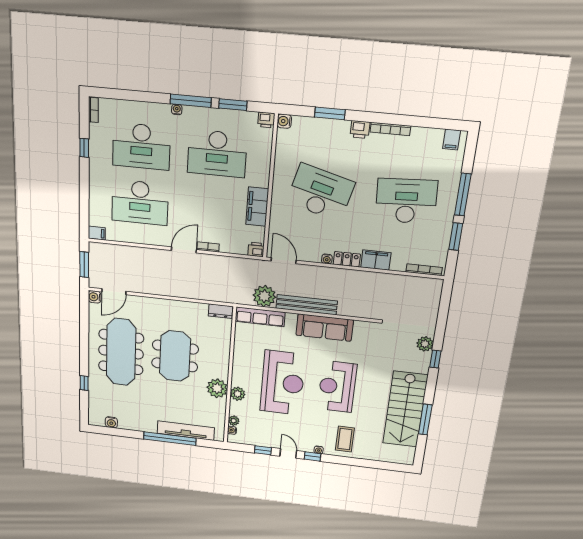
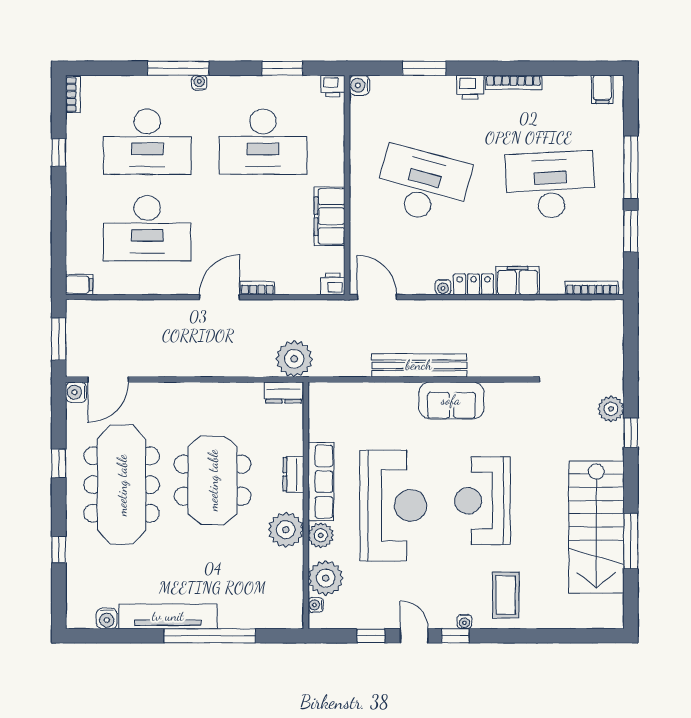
window: (191, 101) -> (178, 68), moved
plant: (264, 296) -> (294, 359), moved
row of seats: (260, 317) -> (321, 482), moved, turned -90
sofa: (325, 328) -> (451, 400), width x0.73
window: (84, 336) -> (59, 463), added
dresser: (224, 358) -> (293, 474), added
plant: (234, 421) -> (326, 578), width x1.87, depth x1.87
tv unit: (186, 431) -> (168, 616), moved

